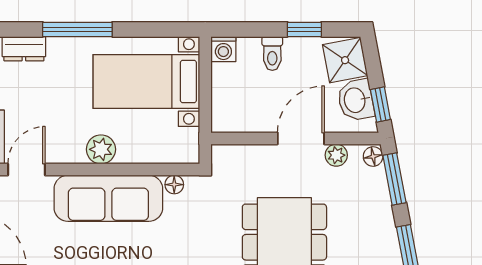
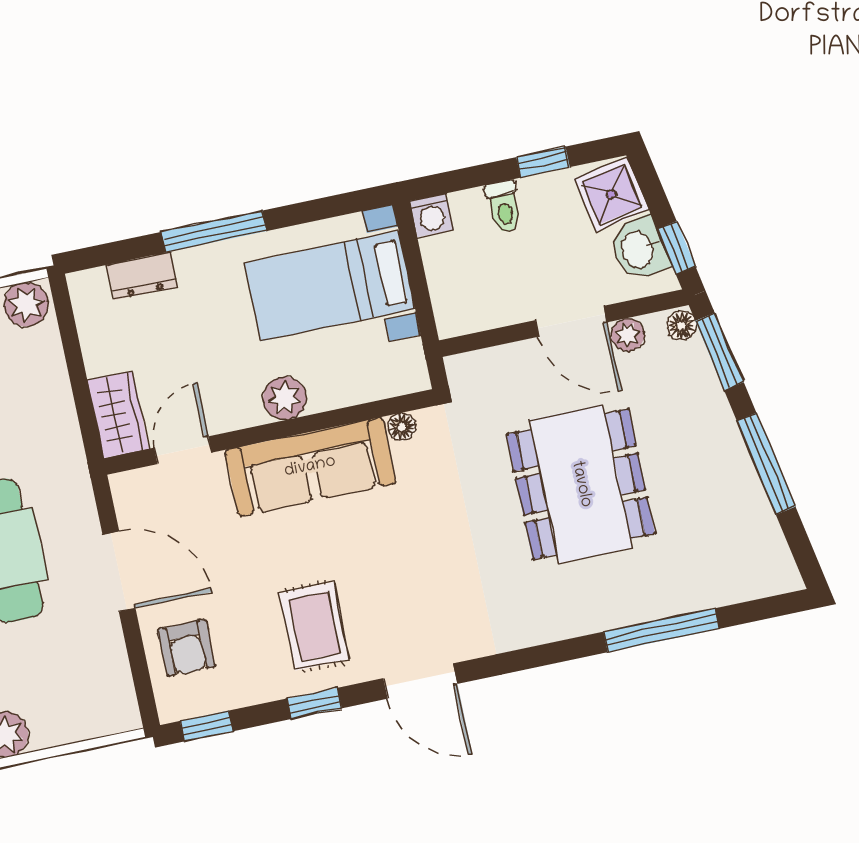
door: (301, 138) -> (571, 321), swing flipped

